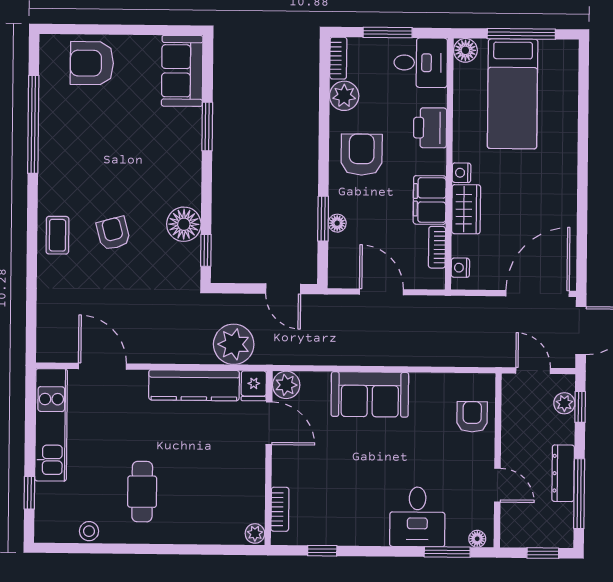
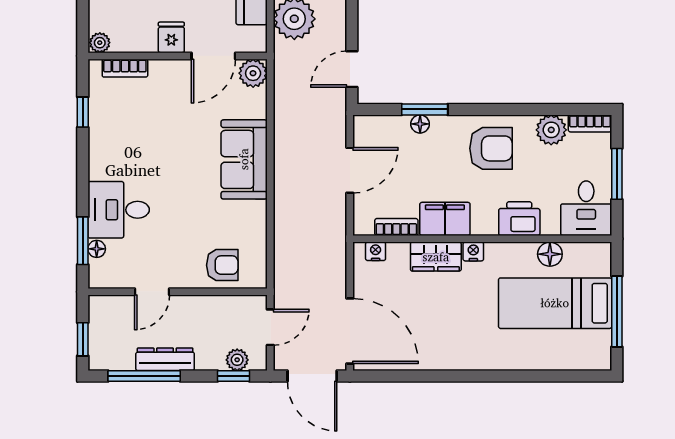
floor lamp: (465, 50) -> (550, 254), moved
fridge: (254, 386) -> (171, 37), moved, turned 90
floor lamp: (477, 539) -> (97, 249), moved

